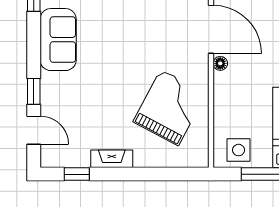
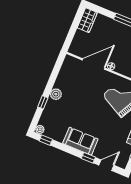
sofa: (58, 40) -> (80, 141), moved

